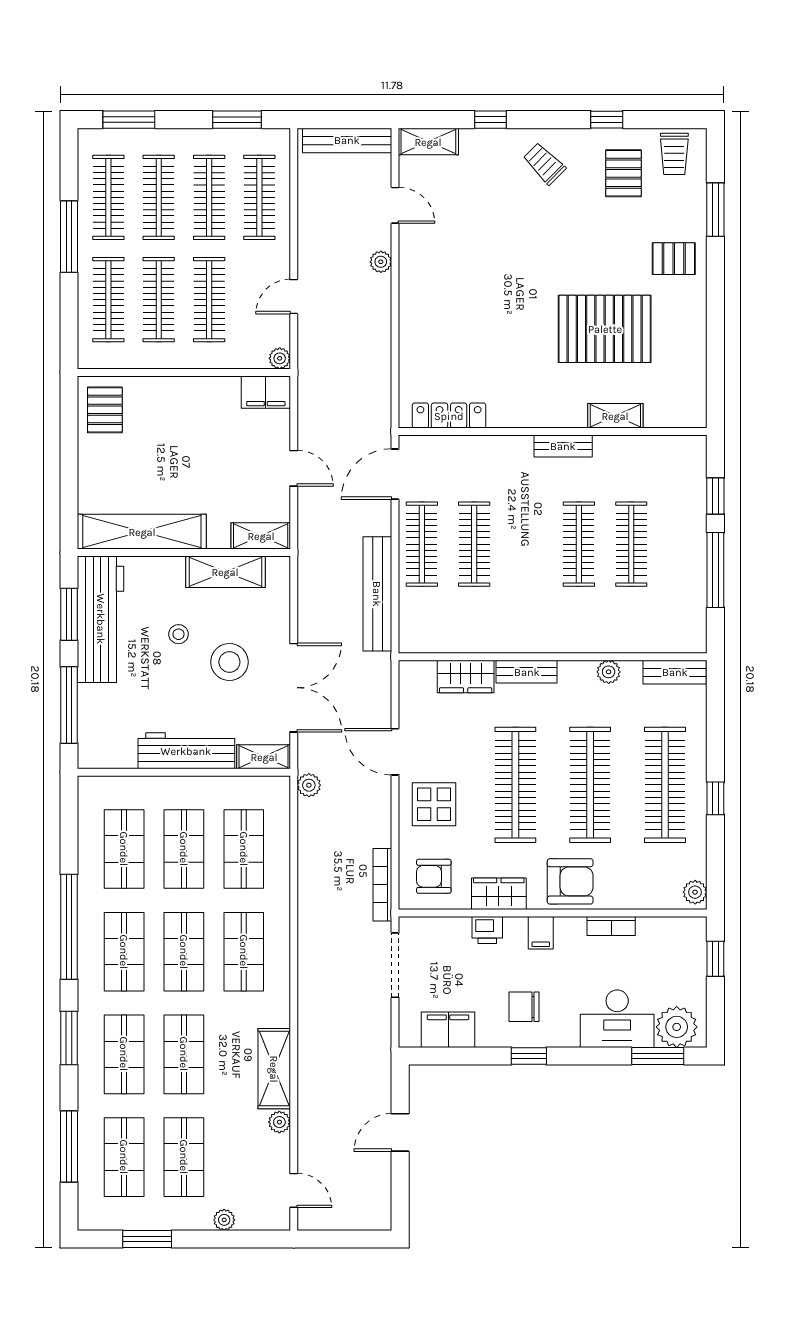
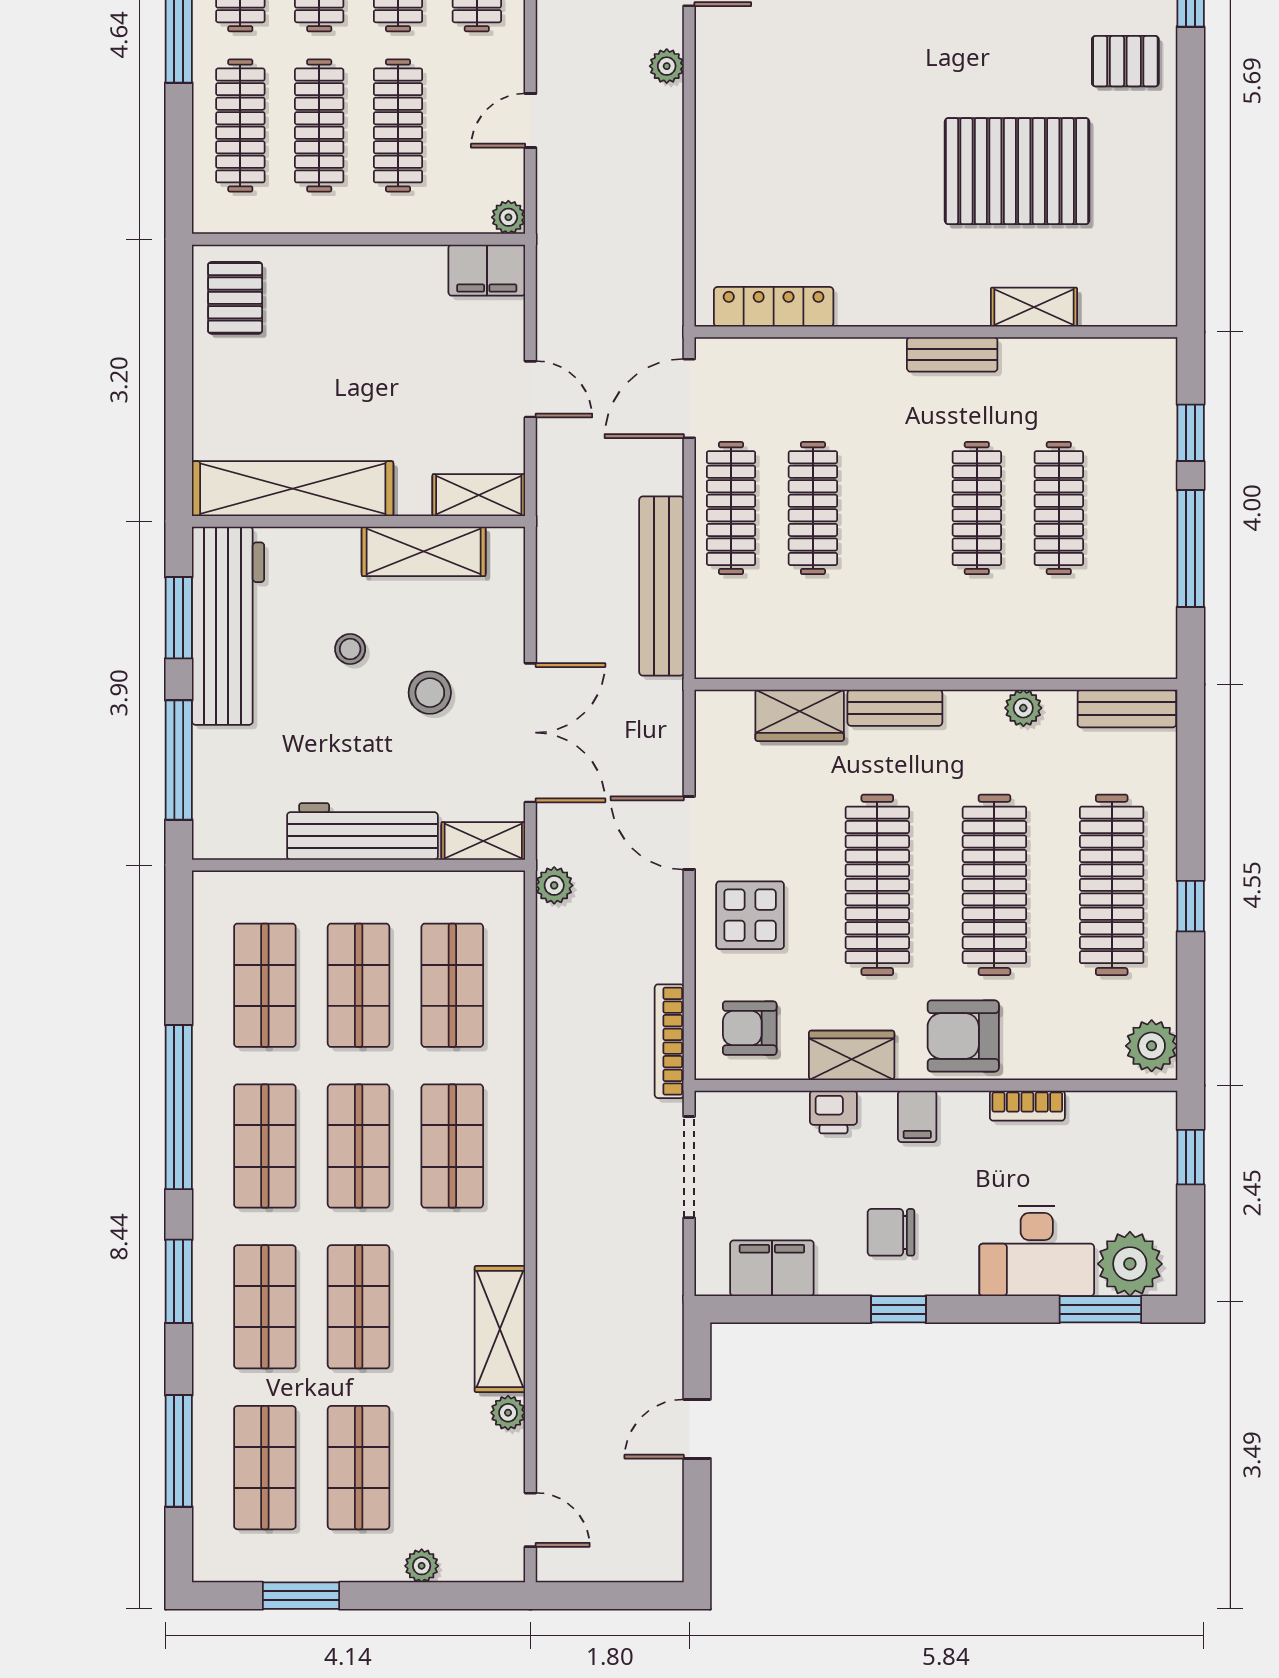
stool: (229, 662) -> (430, 693), width x0.73, depth x0.73
armchair: (570, 881) -> (963, 1036), turned 180
plant: (695, 892) -> (1152, 1046), width x1.38, depth x1.38

